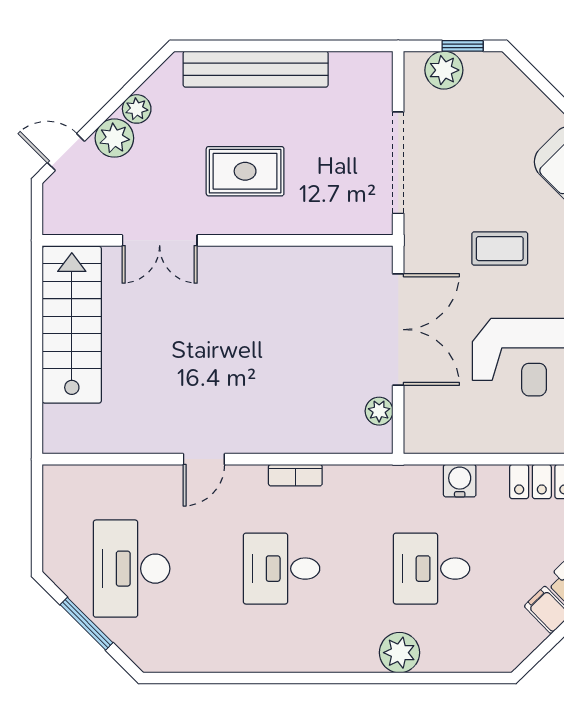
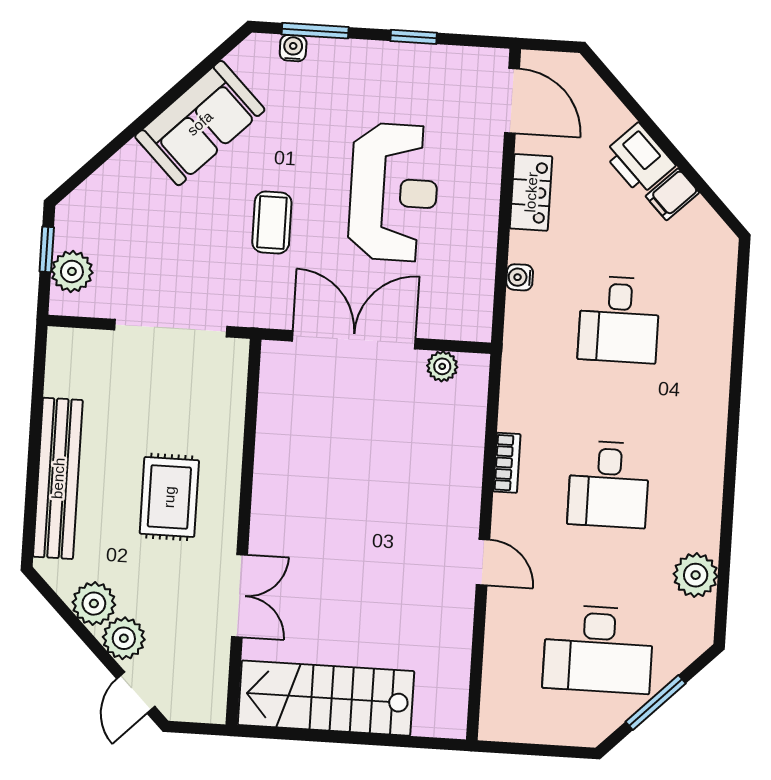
plant: (137, 109) -> (94, 604), width x1.38, depth x1.38
water cooler: (460, 481) -> (520, 277), width x0.72, depth x0.72
plant: (399, 653) -> (696, 575), moved

